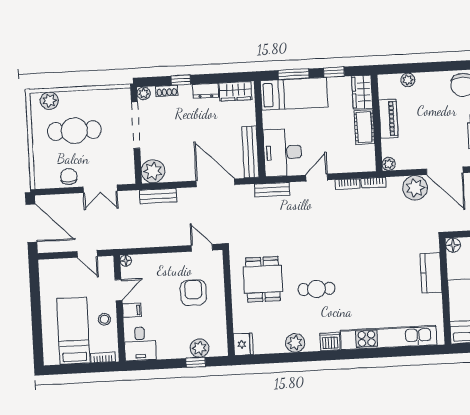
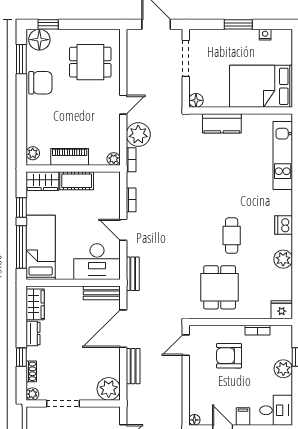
window: (294, 74) -> (21, 247), width x1.44
plant: (408, 80) -> (33, 153), moved
doorway: (136, 125) -> (63, 403), width x0.73
bench: (250, 152) -> (102, 293), width x0.73
door: (445, 171) -> (123, 105), width x0.53
bookcase: (374, 183) -> (131, 160), moved
bench: (158, 196) -> (133, 366), moved
dining table: (263, 279) -> (220, 287), turned 90
bookcase: (221, 320) -> (257, 330), added
kitchen unit: (389, 338) -> (283, 155), width x0.73
plant: (200, 348) -> (283, 369), moved

